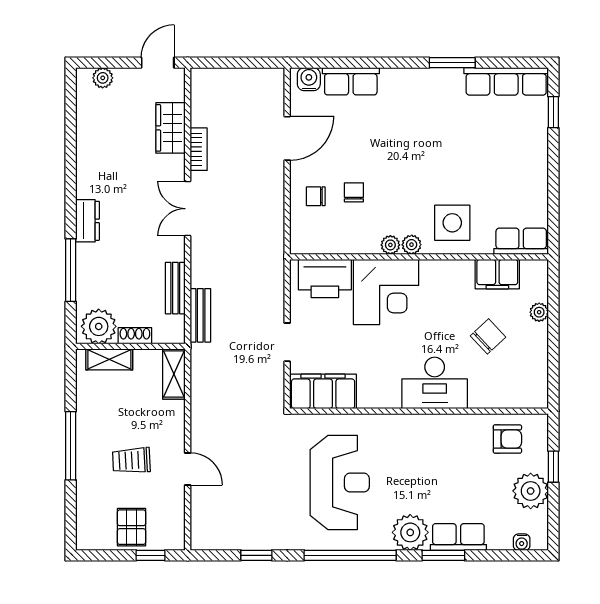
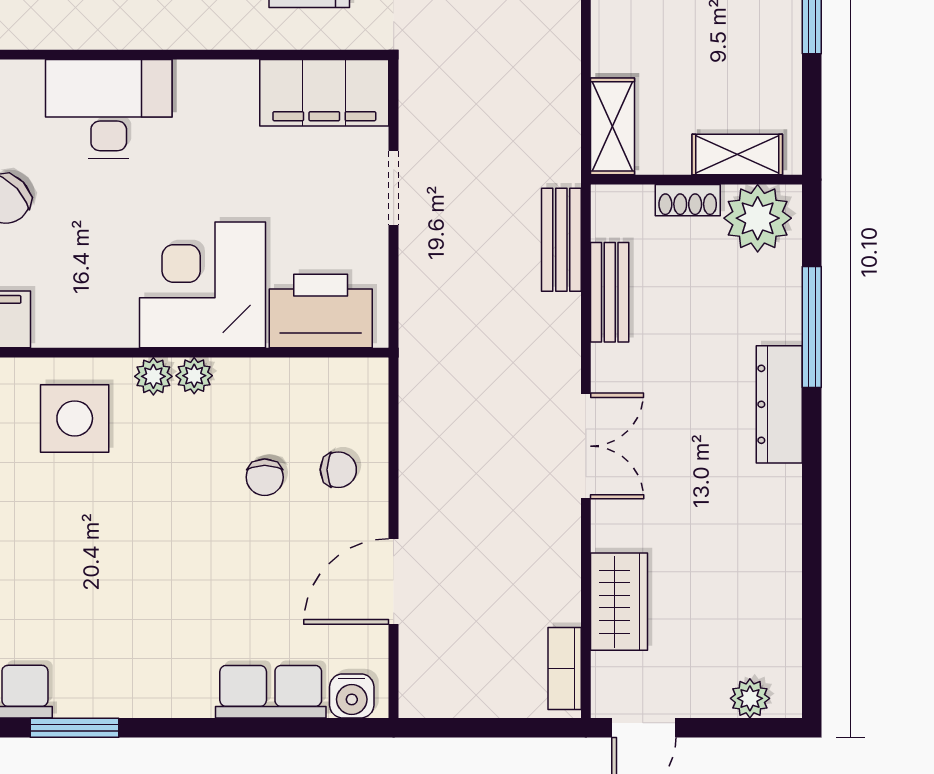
bookcase: (199, 149) -> (565, 669), moved
dresser: (88, 221) -> (779, 404), width x1.44

